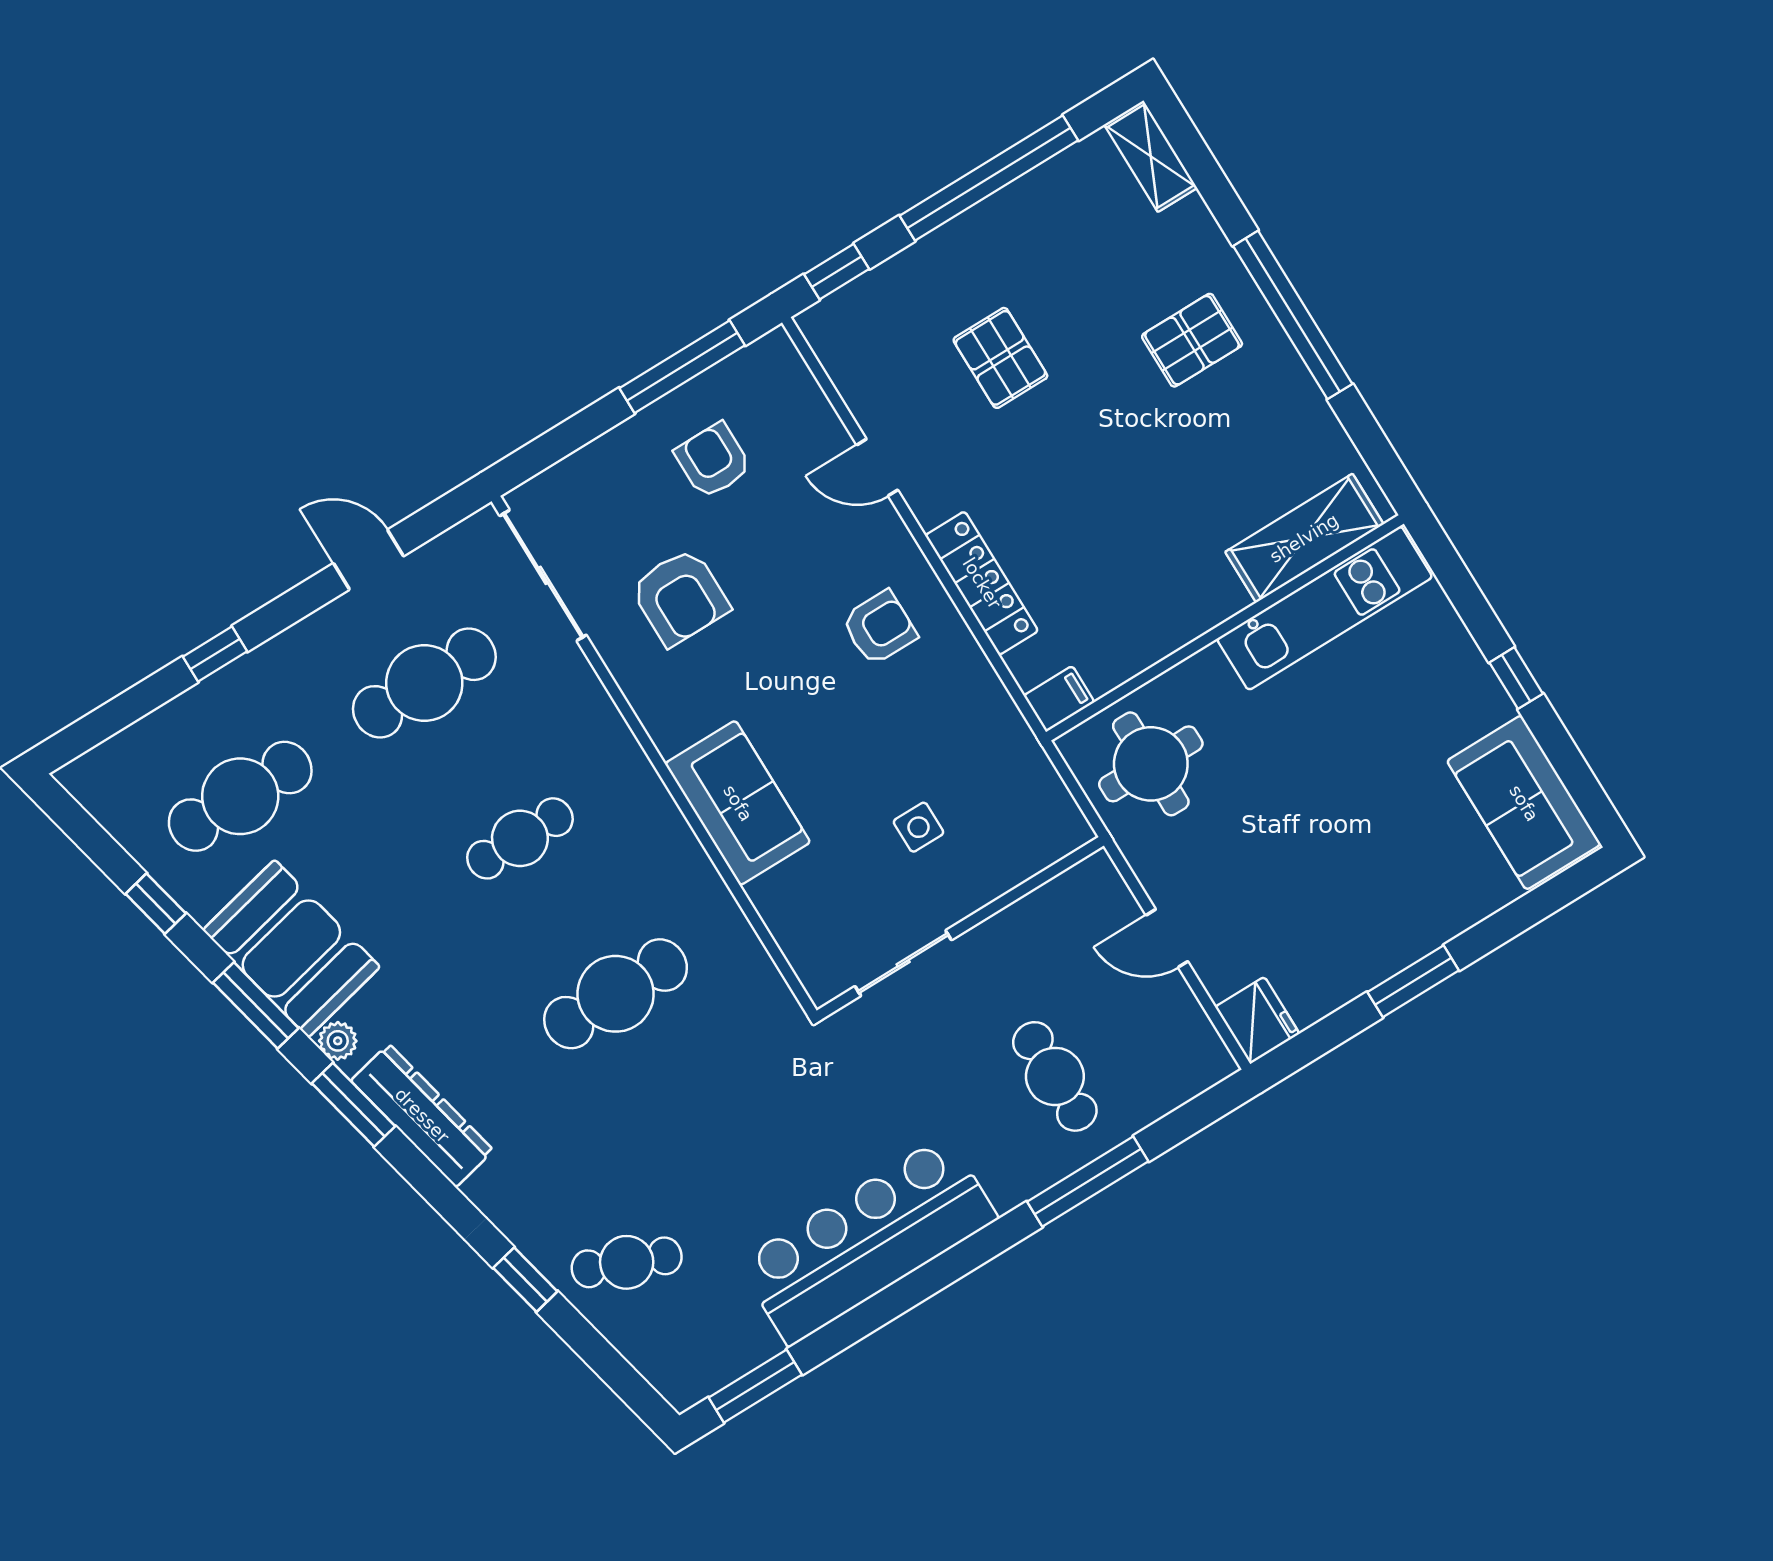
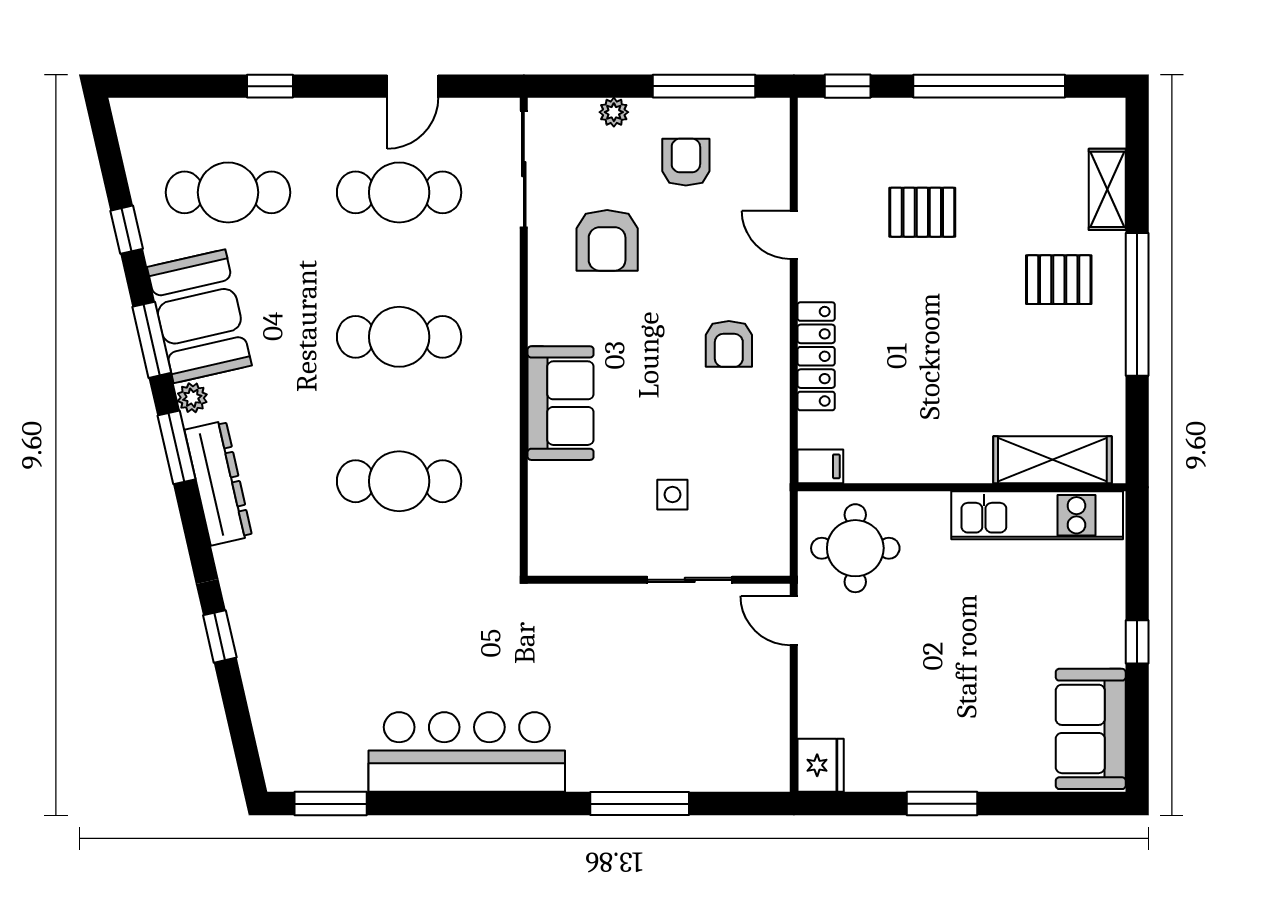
shelving: (1151, 156) -> (1107, 189), moved
pallet: (1000, 358) -> (922, 212), turned 90
plant: (602, 455) -> (614, 112), added
door: (368, 560) -> (413, 86), swing flipped
armchair: (879, 628) -> (729, 344), turned 90
cafe table: (520, 838) -> (399, 337), width x1.37, depth x1.35
door: (1167, 938) -> (794, 621), moved
sliding door: (903, 963) -> (690, 580), moved
cafe table: (1055, 1076) -> (661, 719), removed
cafe table: (627, 1262) -> (295, 667), removed

